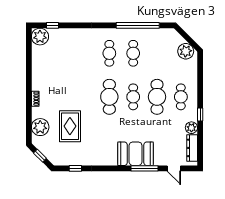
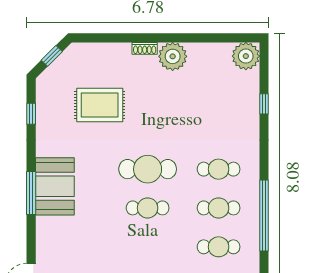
window: (53, 25) -> (264, 104), moved
cafe table: (157, 97) -> (219, 247), moved, width x0.73, depth x0.74
plant: (40, 127) -> (173, 56), moved
booth: (136, 154) -> (55, 186), moved
window: (144, 168) -> (31, 193), moved

